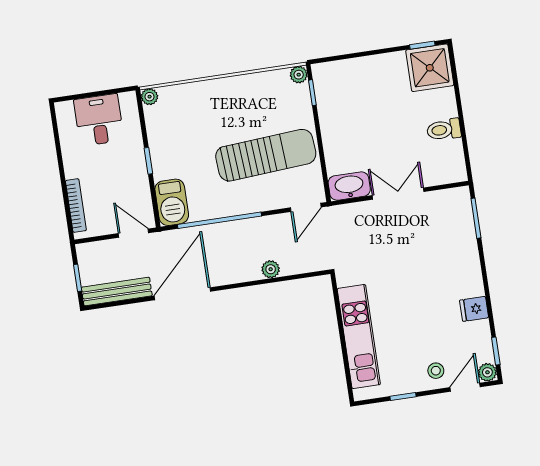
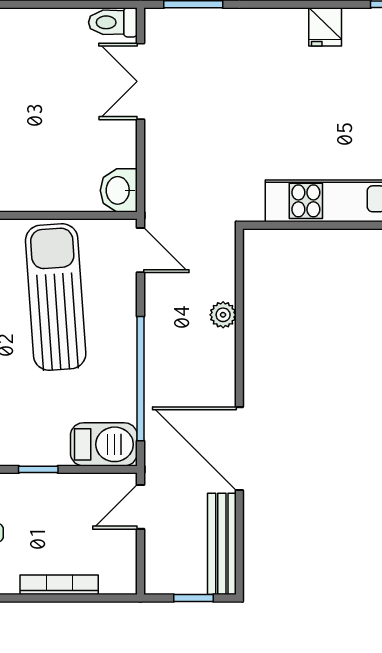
toilet: (444, 130) -> (113, 22), moved, turned 90
washbasin: (349, 186) -> (119, 190), width x0.72
double door: (398, 194) -> (140, 81), moved
bookcase: (76, 206) -> (59, 585), moved

